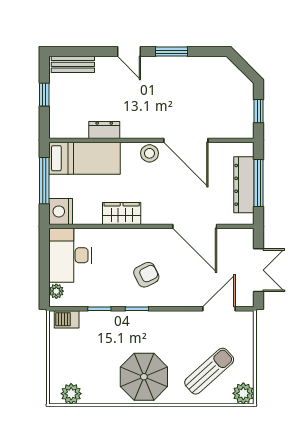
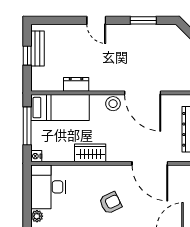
window: (171, 52) -> (143, 20), moved
bench: (73, 64) -> (38, 49), moved, turned 90
nightstand: (61, 211) -> (36, 156), width x0.53, depth x0.56

